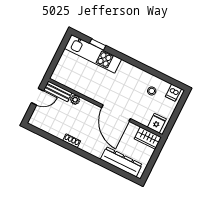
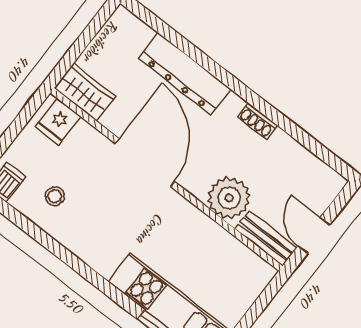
door: (37, 97) -> (314, 235), hinge flipped
plant: (75, 100) -> (229, 198), width x1.88, depth x1.88
dresser: (121, 162) -> (184, 74), moved

